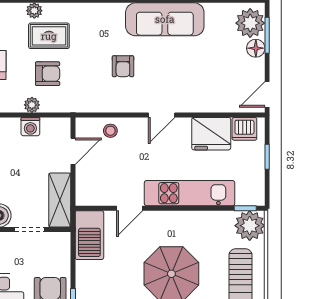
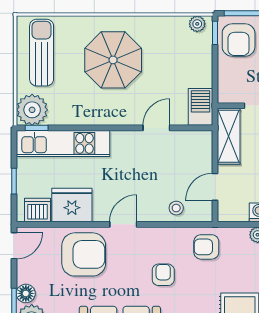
armchair: (48, 74) -> (206, 247), moved
armchair: (200, 86) -> (84, 254), added
kitchen unit: (190, 193) -> (63, 143), moved
barbecue: (89, 235) -> (200, 107), width x0.73, depth x0.83

